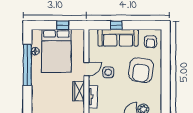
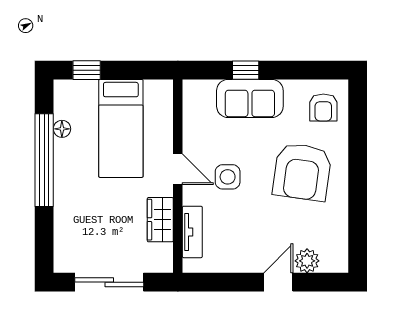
window: (63, 25) -> (87, 70), moved
sofa: (118, 38) -> (250, 98), width x0.73
bed: (56, 51) -> (121, 128), width x0.67
door: (86, 69) -> (178, 169), hinge flipped

